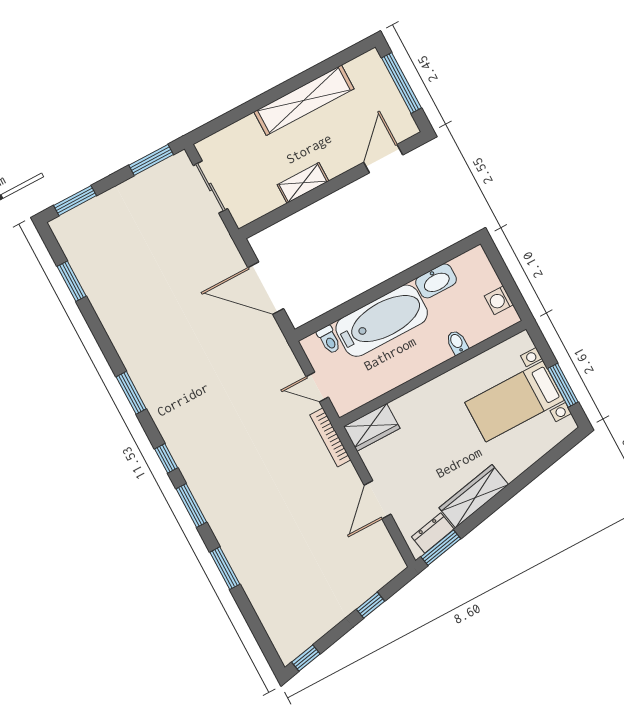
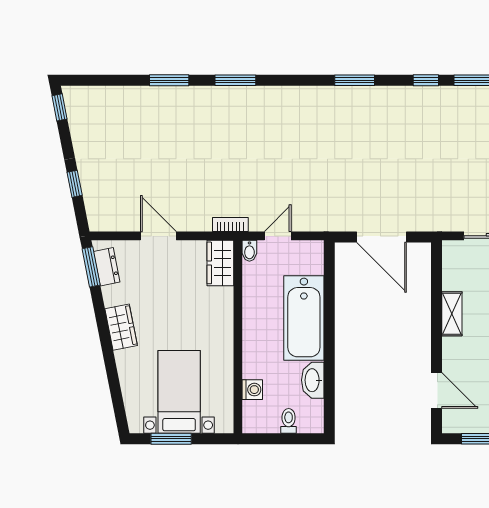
door: (266, 288) -> (382, 237), swing flipped
washing machine: (499, 300) -> (252, 390), moved, turned 90
toilet: (329, 340) -> (289, 421), moved, turned 90
bidet: (457, 342) -> (249, 251), moved, turned 90
bookcase: (330, 437) -> (230, 224), width x0.64
window: (166, 458) -> (426, 80), moved
wardrobe: (474, 496) -> (121, 327), width x0.67

